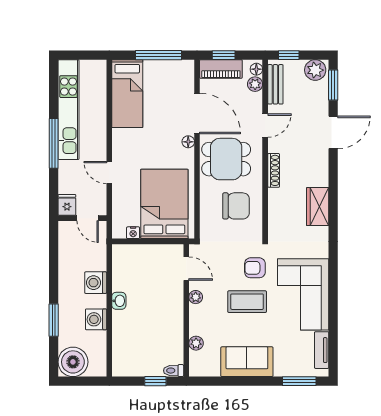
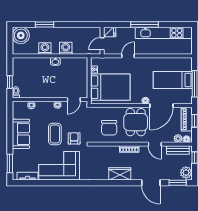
bed: (127, 94) -> (173, 80), moved
wardrobe: (318, 207) -> (120, 174), moved

